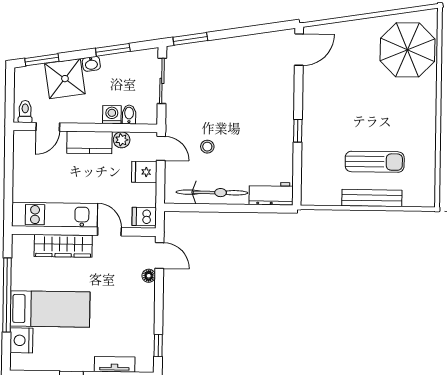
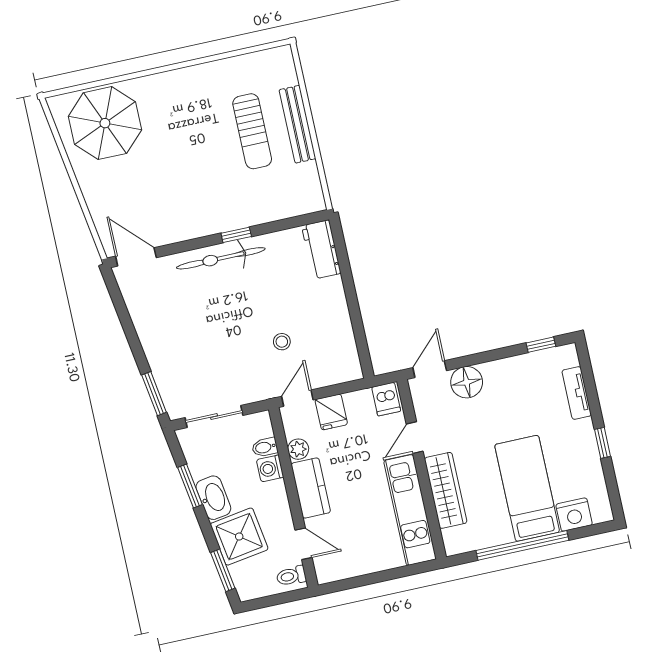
washbasin: (91, 64) -> (213, 498), width x1.91, depth x1.45
sun lounger: (375, 162) -> (252, 131), turned 180
bicycle: (212, 192) -> (221, 258), moved, turned -90
floor lamp: (149, 276) -> (467, 382), width x1.89, depth x1.89

